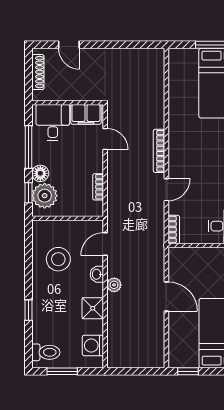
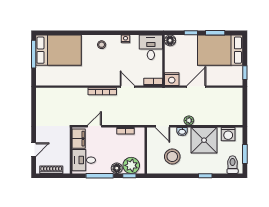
nightstand: (178, 258) -> (172, 79), added
shower: (93, 308) -> (204, 140), width x1.86, depth x1.86

